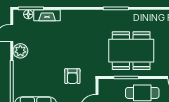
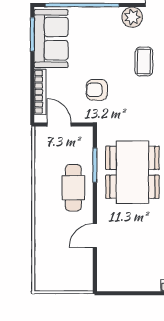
coffee table: (52, 42) -> (144, 62), added

